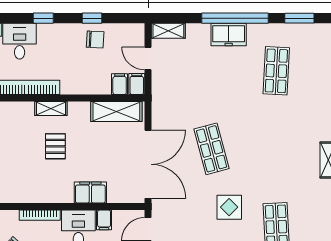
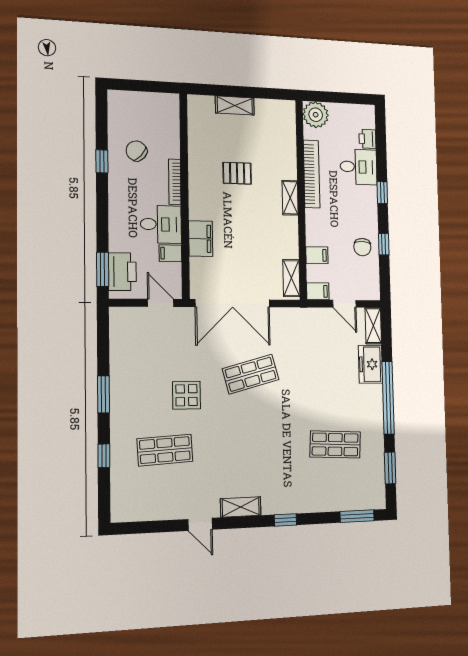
freezer: (229, 35) -> (370, 364), moved
door: (148, 59) -> (344, 304), swing flipped
filing cabinet: (120, 84) -> (317, 255), moved
shelving: (116, 112) -> (291, 278), width x0.67, depth x0.75
pallet: (55, 146) -> (237, 173), moved

